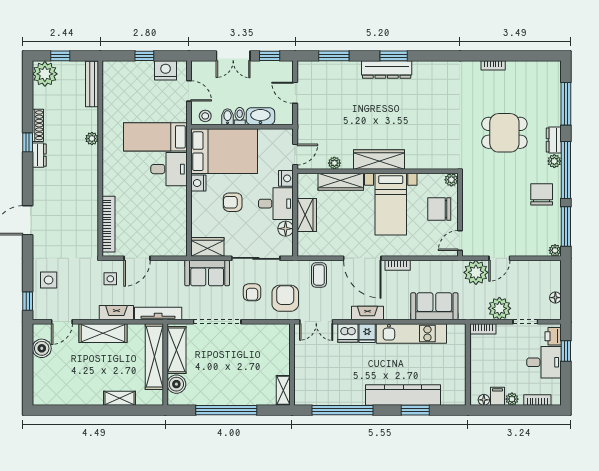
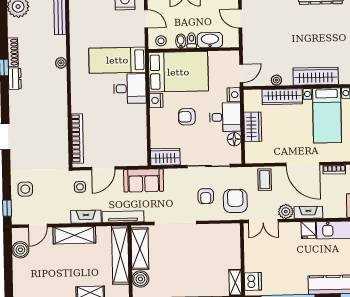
sofa: (207, 273) -> (144, 180), moved
plant: (342, 311) -> (286, 212), added
dishwasher: (348, 333) -> (253, 281), moved, turned -90

